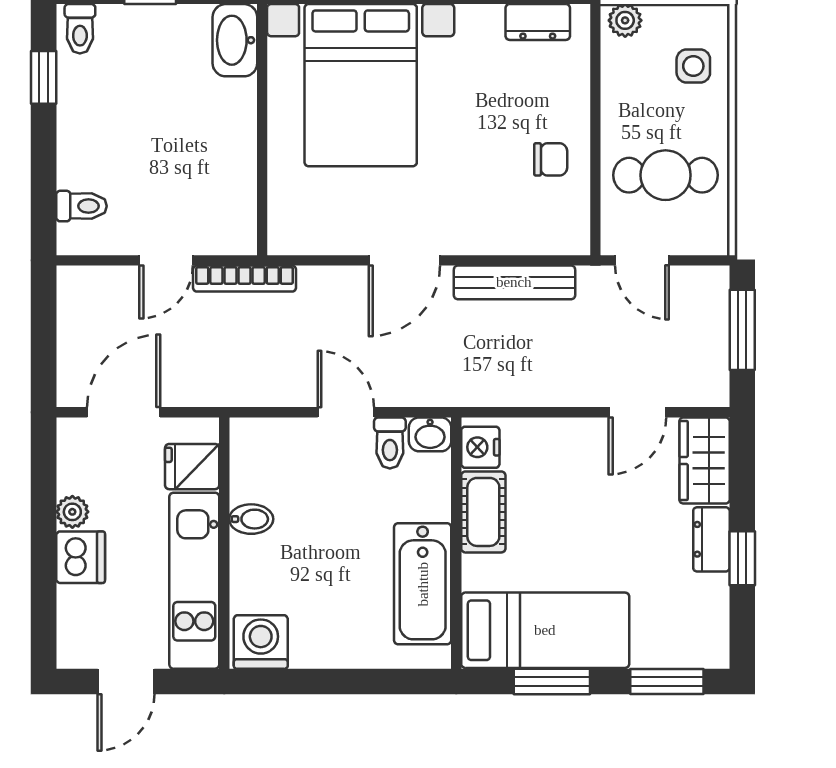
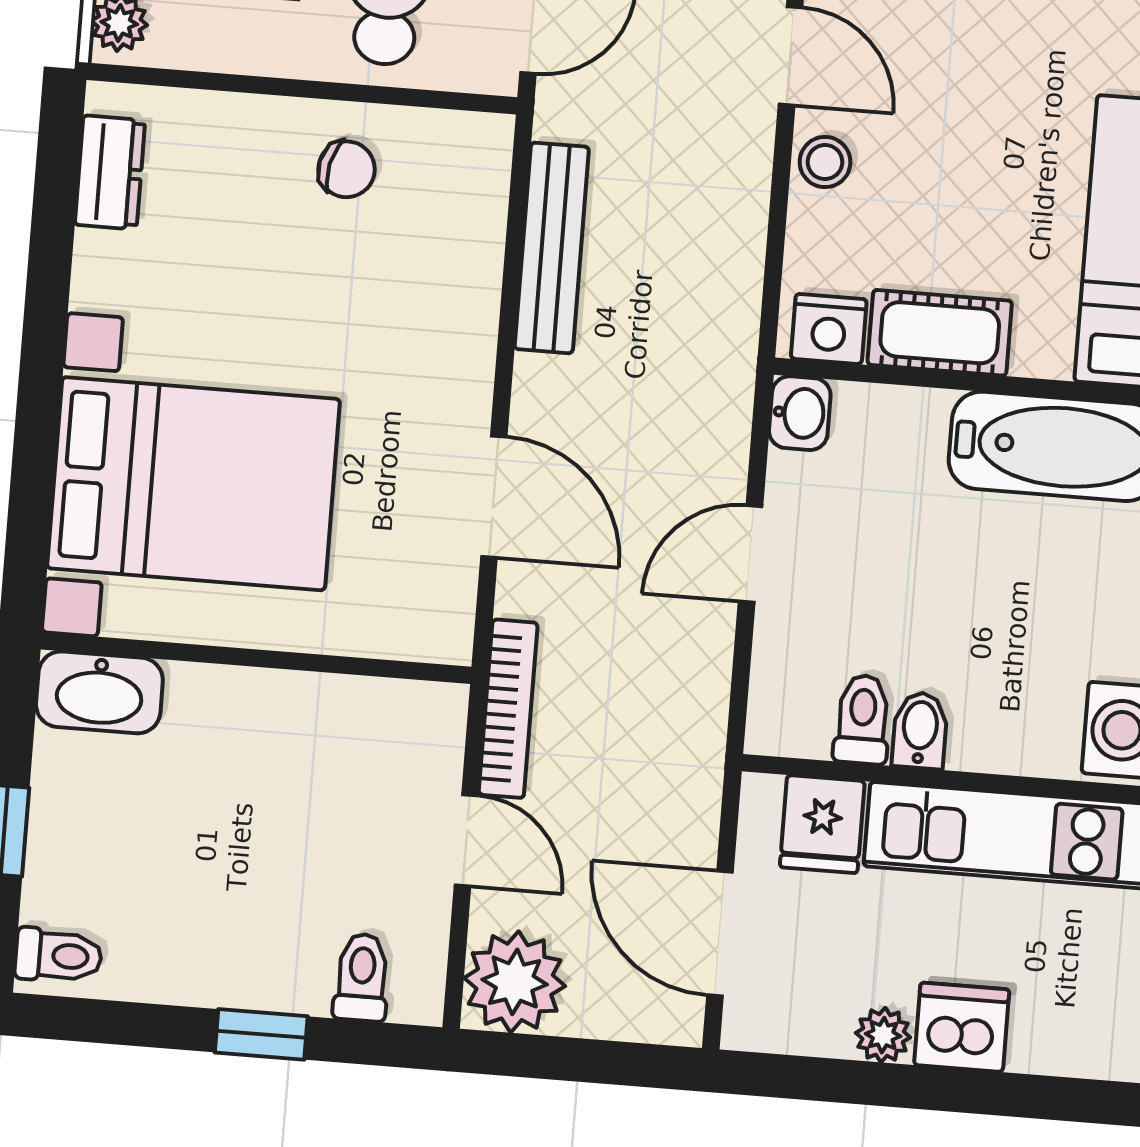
window: (44, 77) -> (261, 1034), moved
chair: (551, 159) -> (347, 169), turned 103
door: (404, 260) -> (494, 497), moved
plant: (86, 295) -> (515, 982), added
stool: (577, 437) -> (825, 162), added
toilet: (390, 443) -> (862, 719), moved, turned -90

